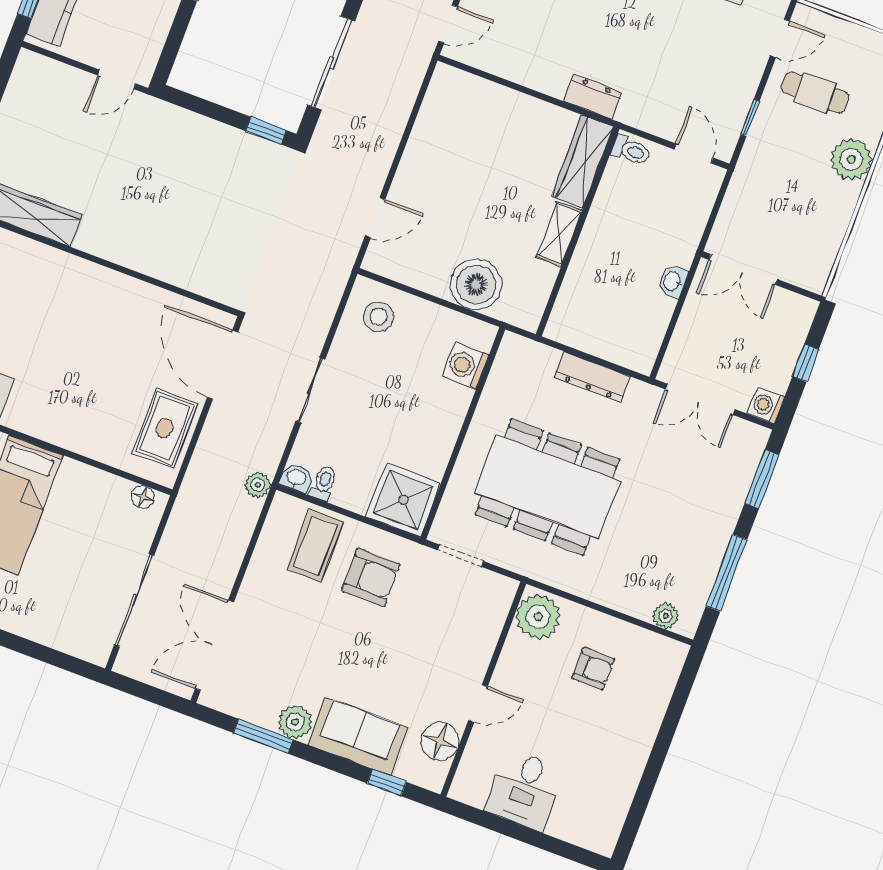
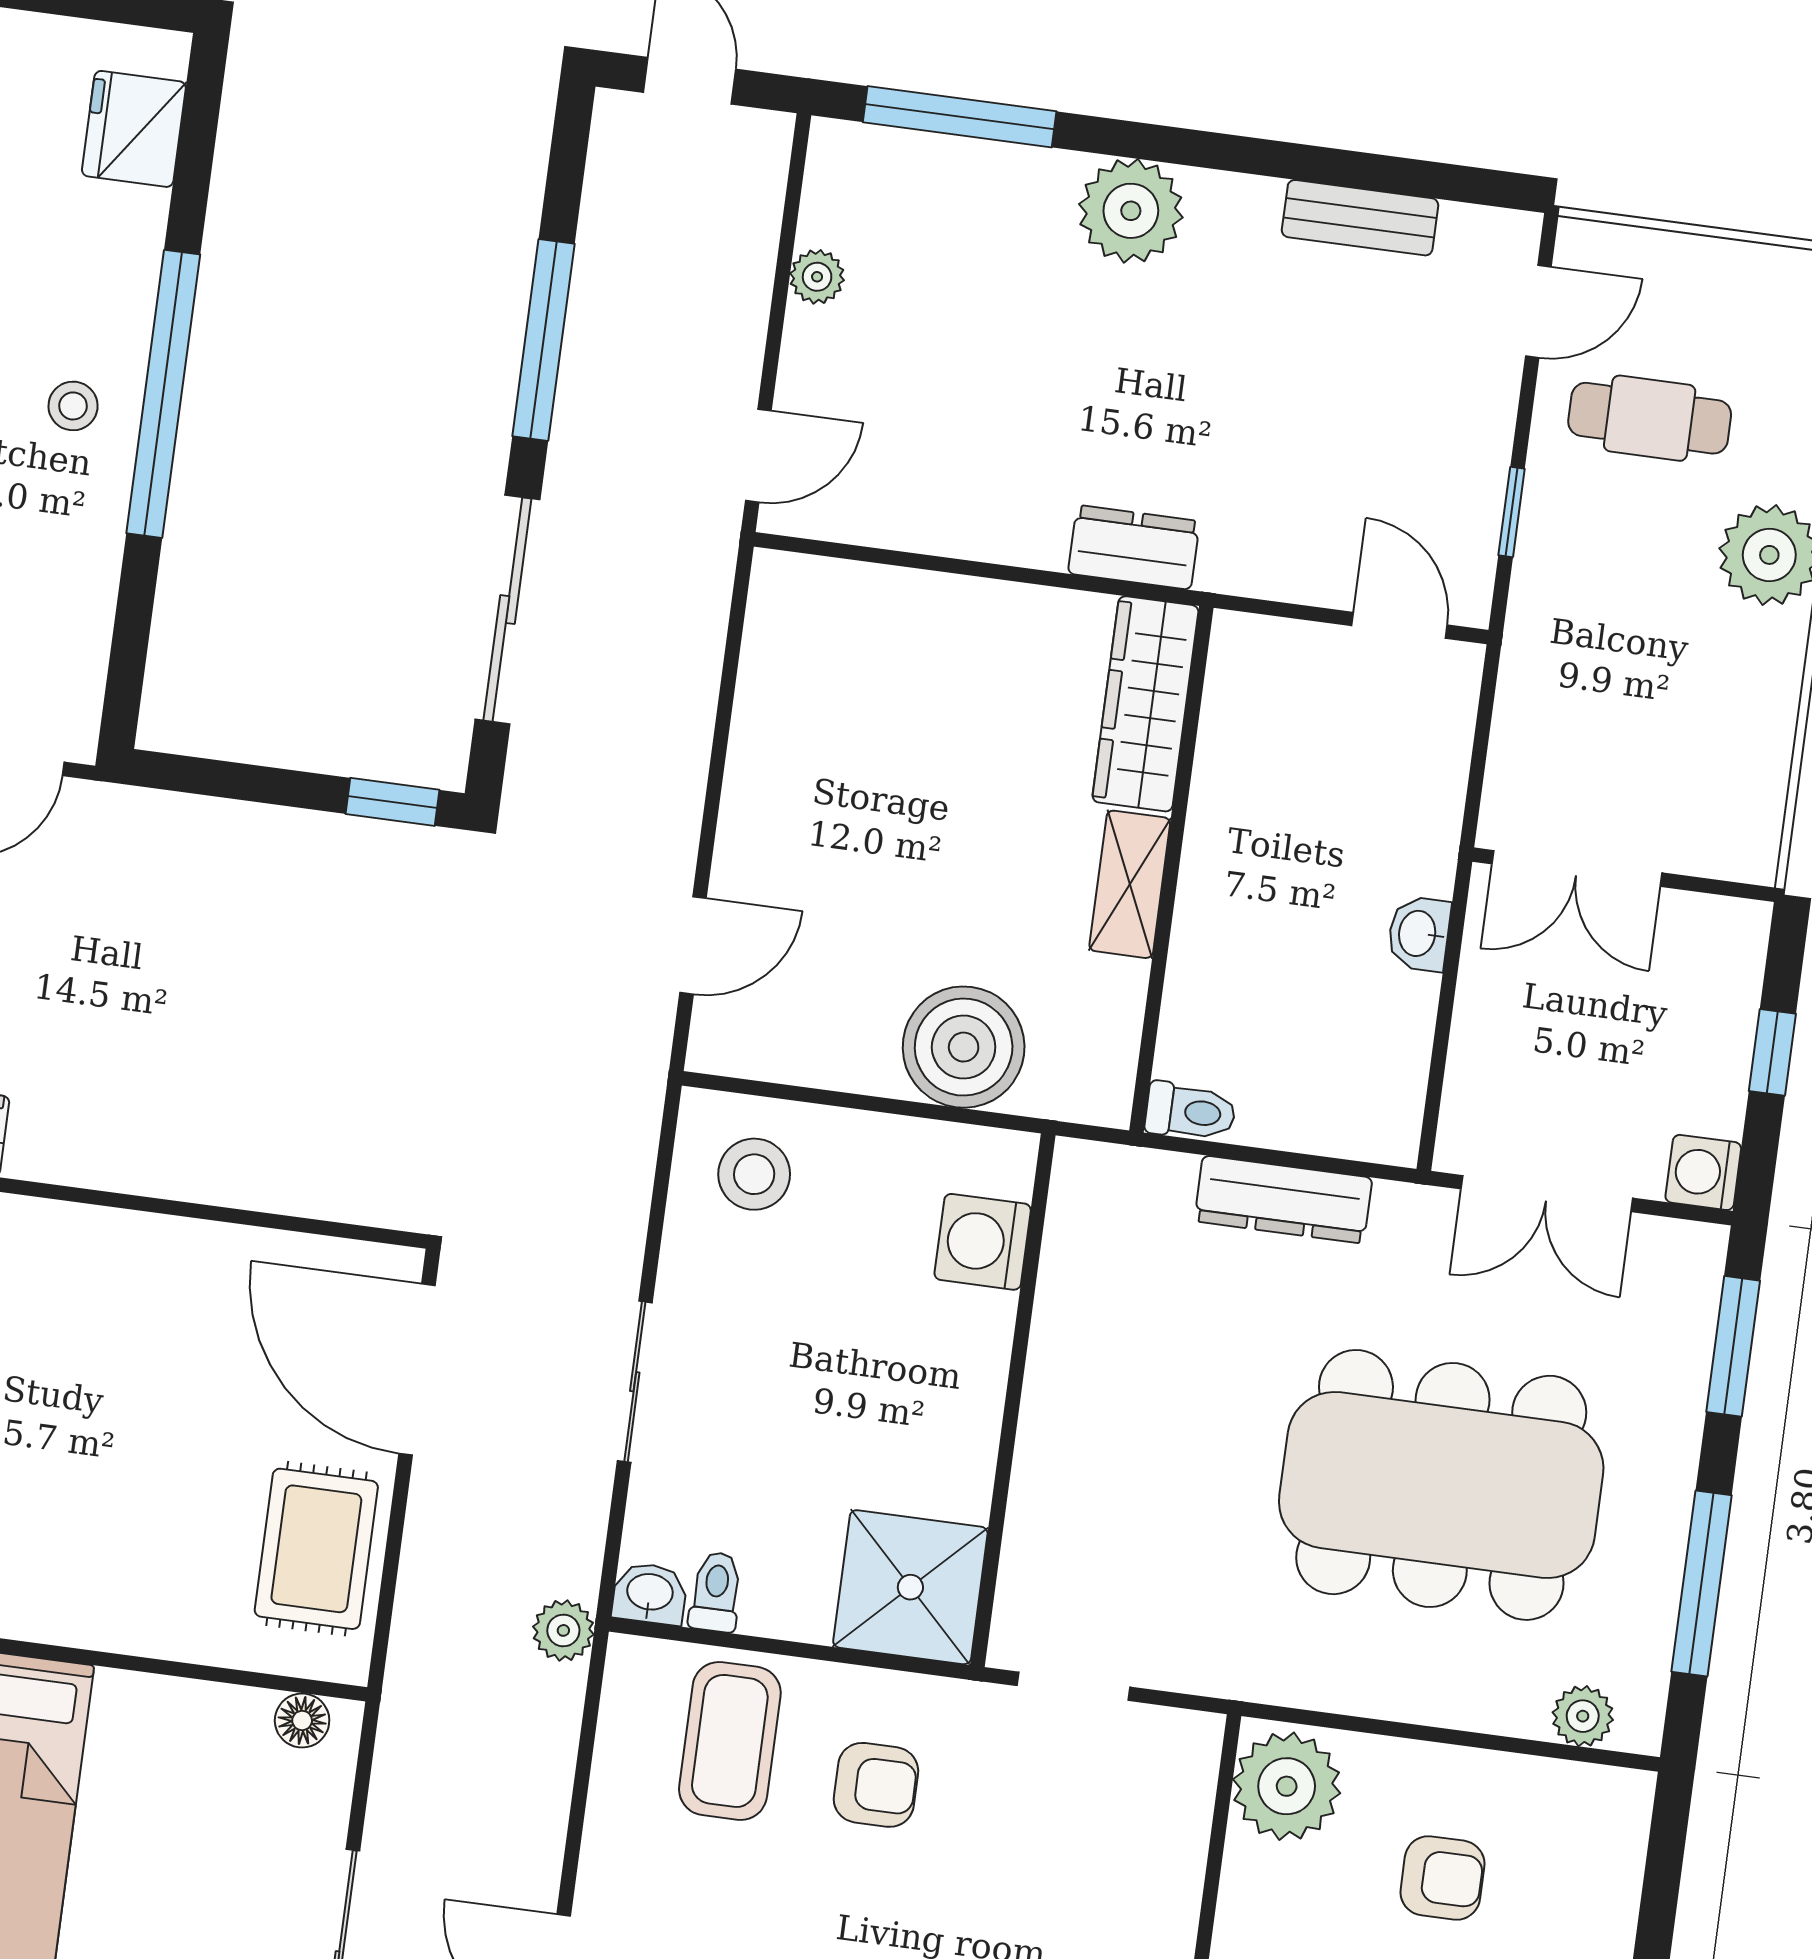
toilet: (631, 151) -> (1191, 1112), moved
dining table: (547, 487) -> (1441, 1485), moved
armchair: (371, 577) -> (876, 1785), width x0.72, depth x0.72

